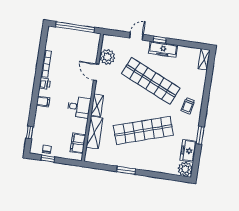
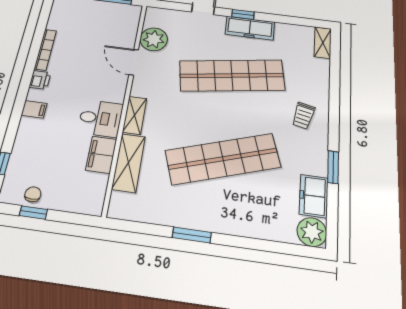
shop shelf: (151, 81) -> (232, 75), turned -33
filing cabinet: (78, 143) -> (101, 155), moved

